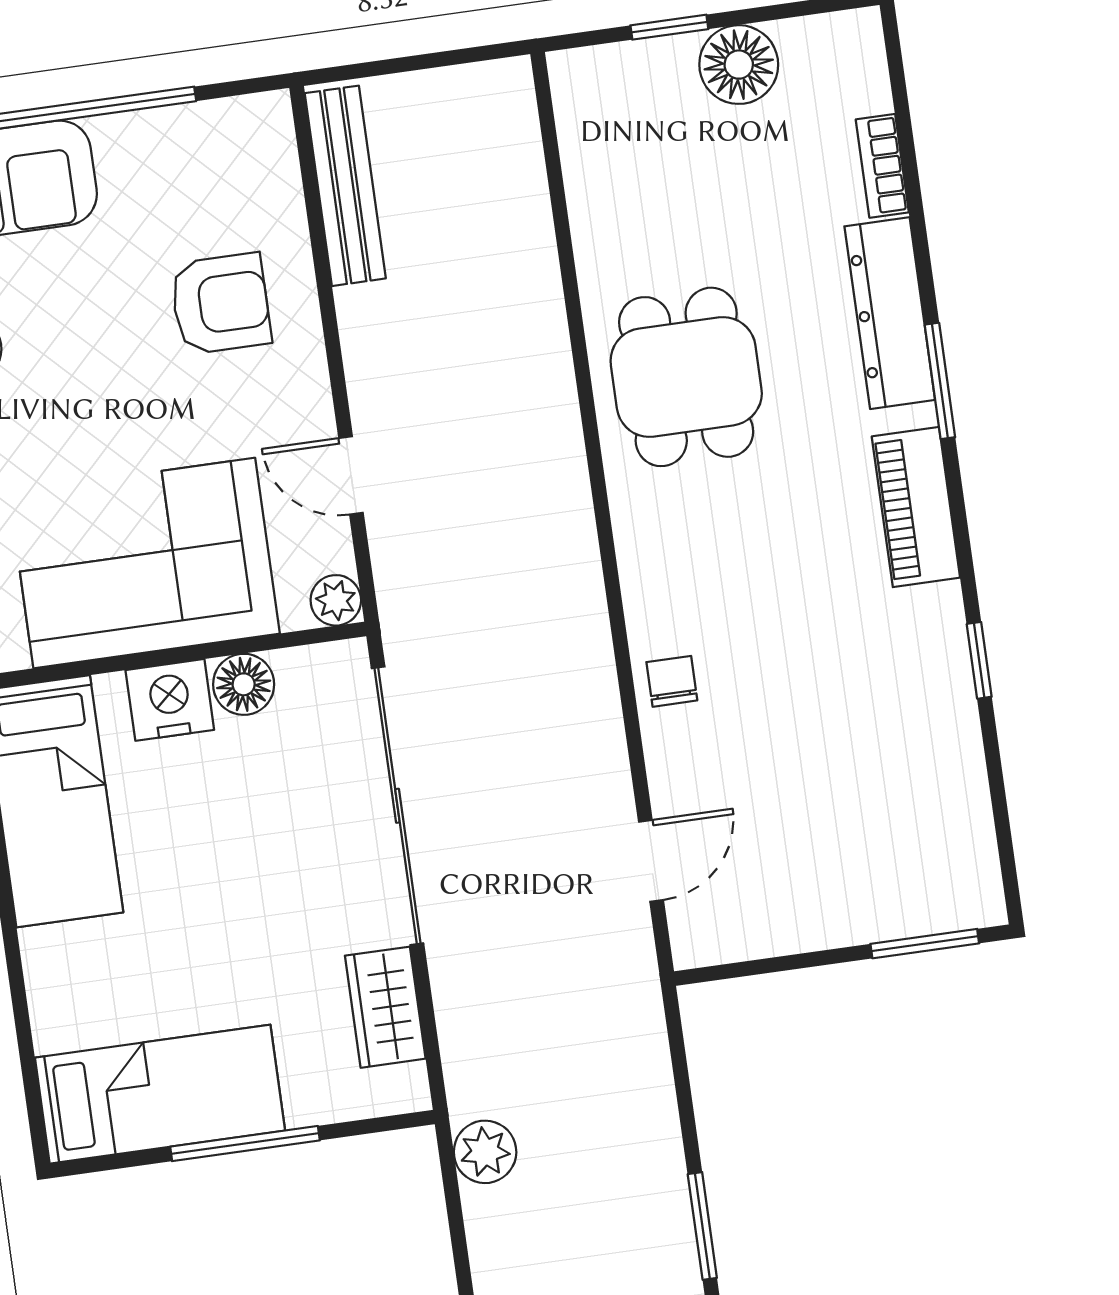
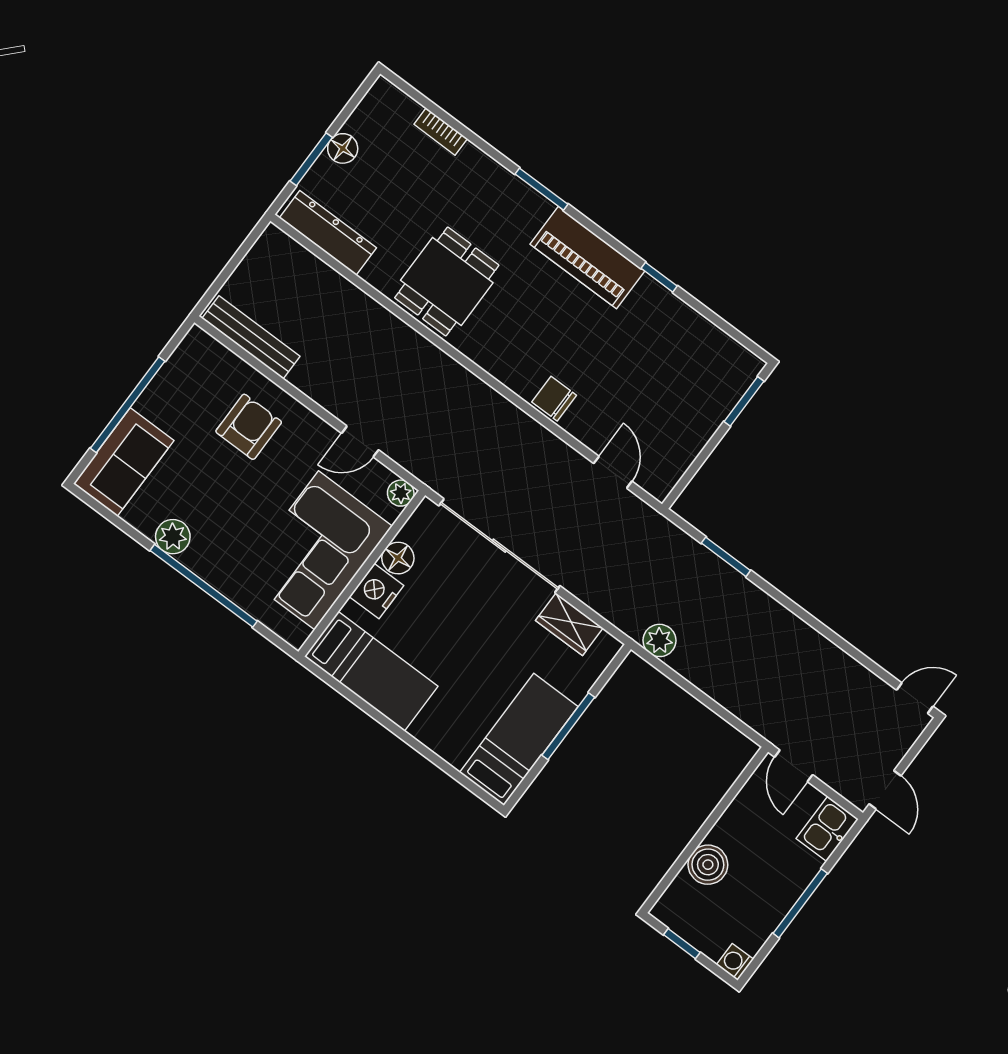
window: (669, 27) -> (311, 159), width x1.50
floor lamp: (739, 65) -> (343, 148), width x0.73, depth x0.73
dresser: (890, 313) -> (328, 233), moved, turned 180
dining table: (686, 377) -> (447, 282), turned 90
piano: (916, 507) -> (587, 258), width x1.37, depth x1.33
chair: (672, 681) -> (554, 399), width x1.37, depth x1.37
window: (702, 1226) -> (726, 557), moved

